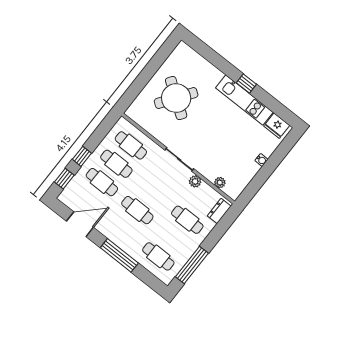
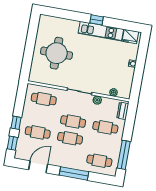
round table: (176, 98) -> (57, 53), turned -35
cafe table: (116, 164) -> (73, 122), moved

